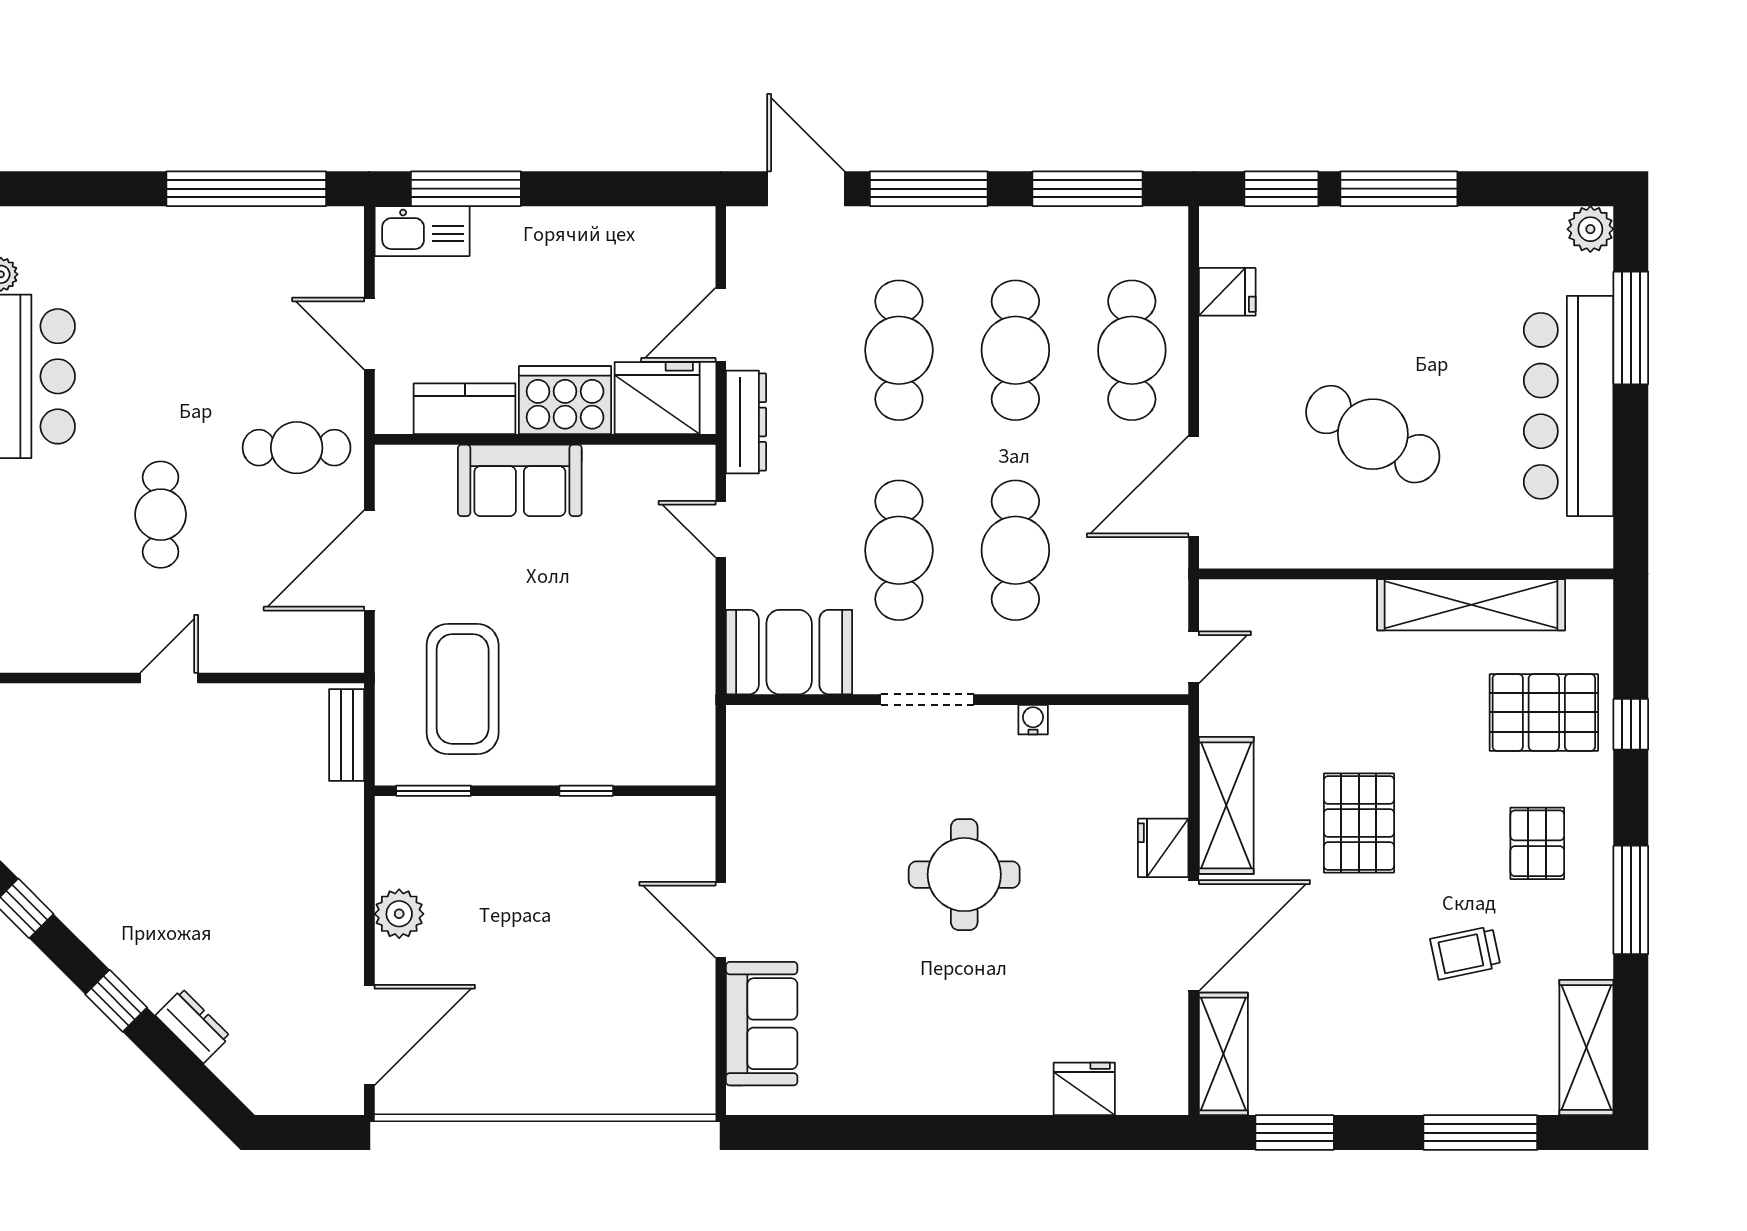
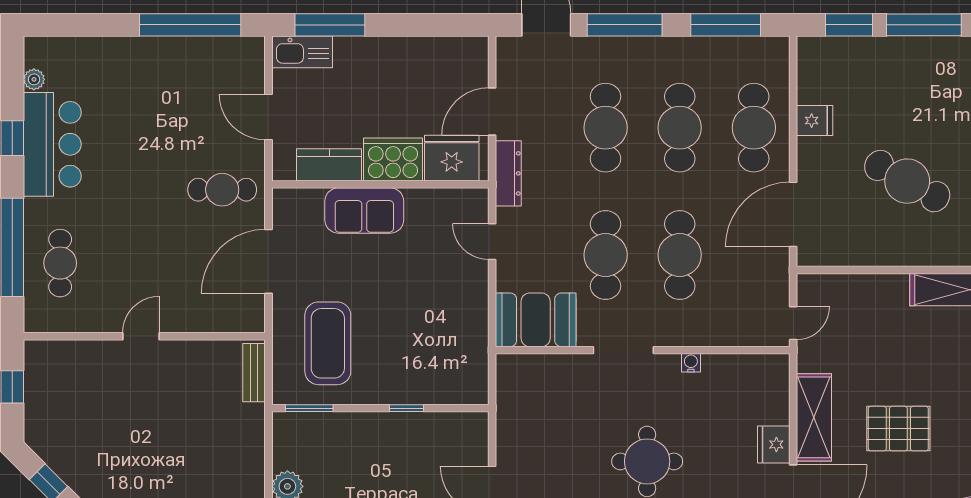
fridge: (1227, 292) -> (814, 121), moved
cafe table: (161, 515) -> (60, 263), moved
pallet: (1359, 823) -> (898, 429), turned 90

